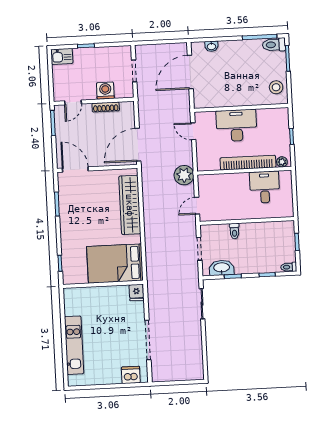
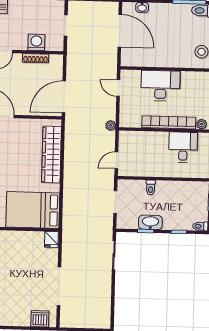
door: (190, 72) -> (120, 31), swing flipped
plant: (184, 175) -> (111, 125), width x0.53, depth x0.53
washbasin: (222, 268) -> (150, 222), moved

